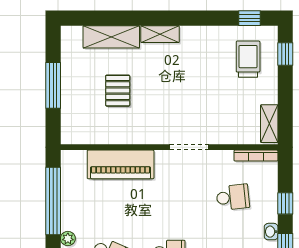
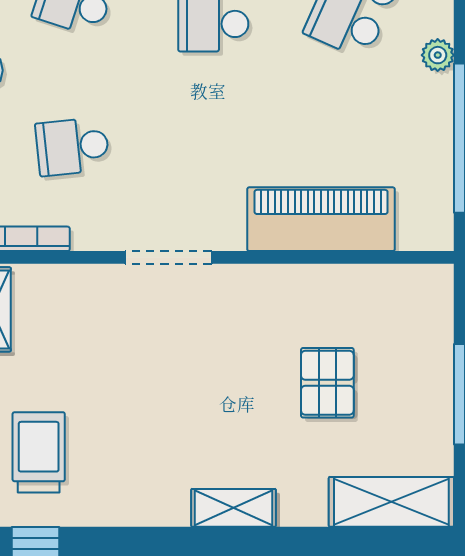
shelving: (111, 37) -> (391, 502), moved
trolley: (248, 59) -> (39, 452), turned 180

